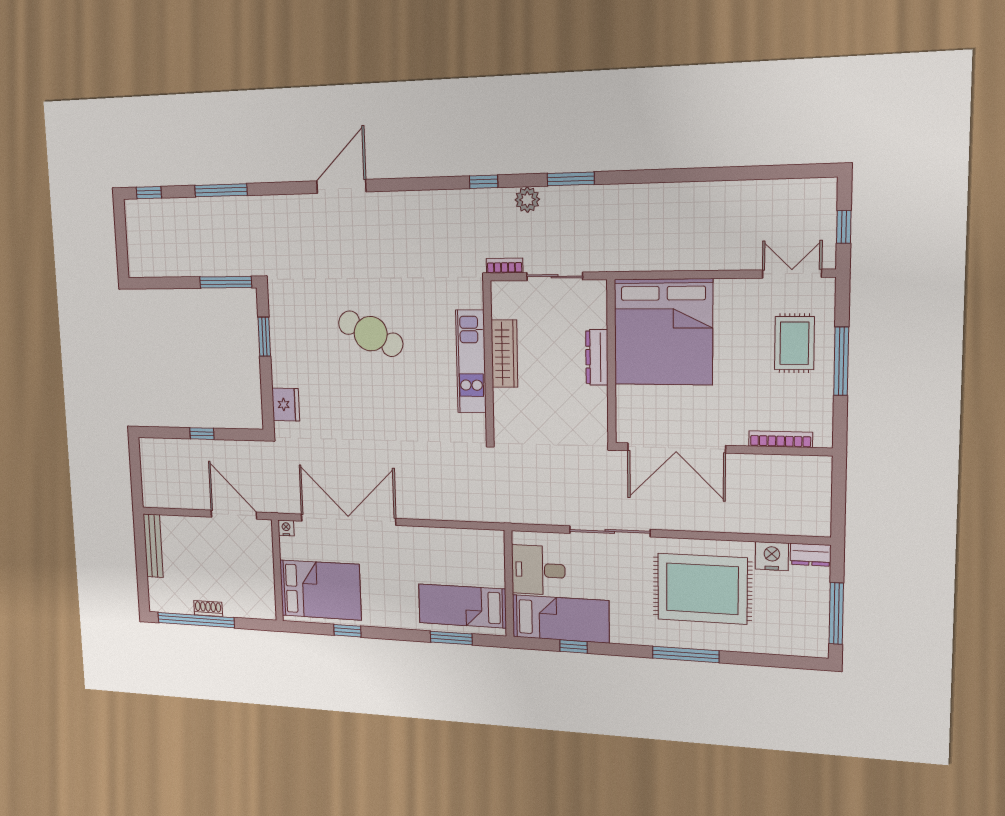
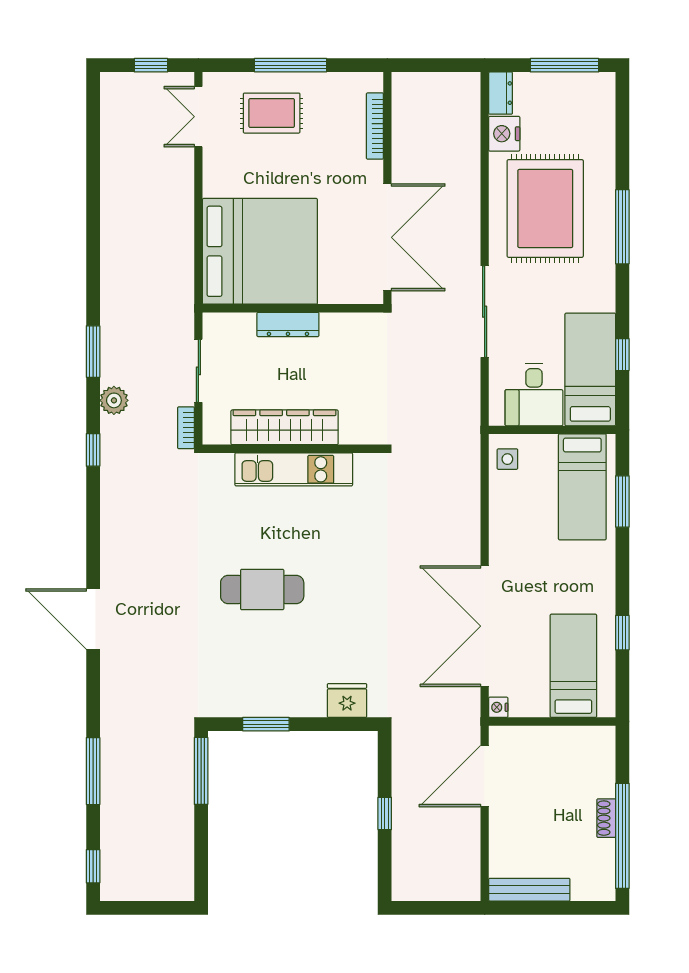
cafe table: (371, 334) -> (262, 589), turned 64
wardrobe: (504, 354) -> (285, 427), width x1.40, depth x1.17
side table: (484, 545) -> (507, 459), added
bed: (320, 590) -> (573, 666), width x0.67

